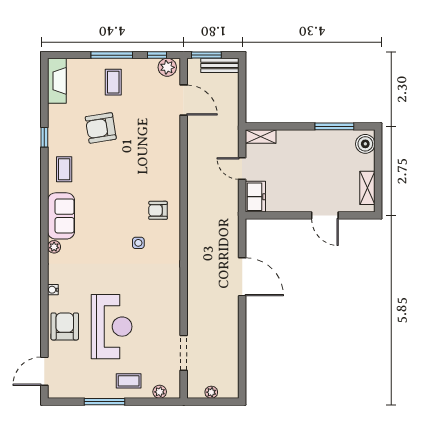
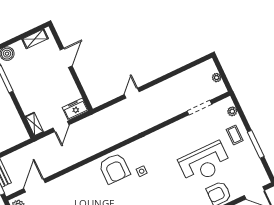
armchair: (158, 210) -> (114, 168), width x1.88, depth x1.88
door: (242, 277) -> (132, 93), width x0.53
reception desk: (112, 327) -> (205, 163), turned 180

